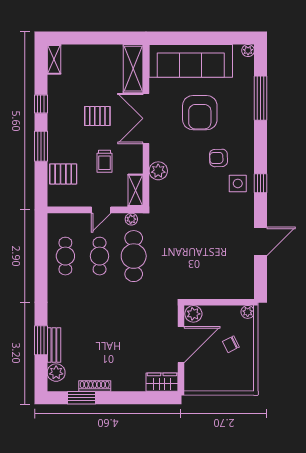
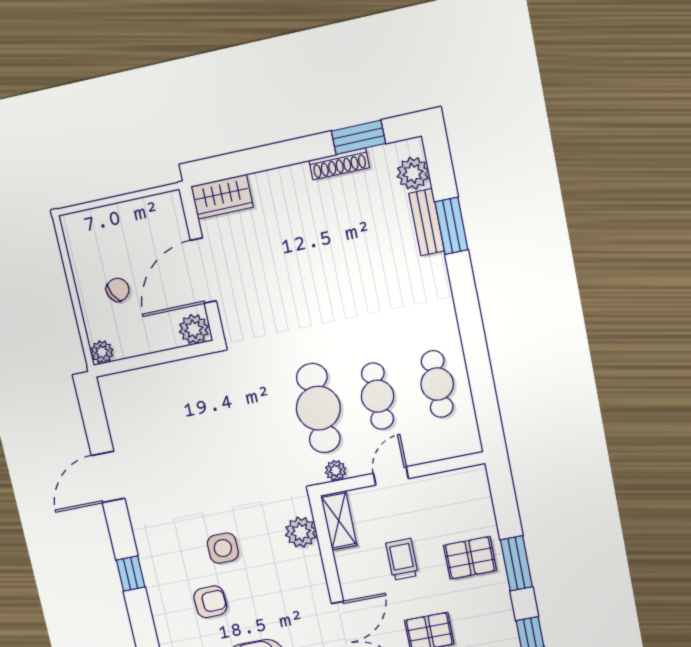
plant: (158, 171) -> (301, 532), moved
pallet: (63, 174) -> (470, 558), moved
side table: (238, 183) -> (223, 548), moved

